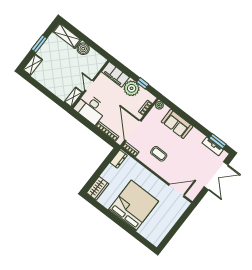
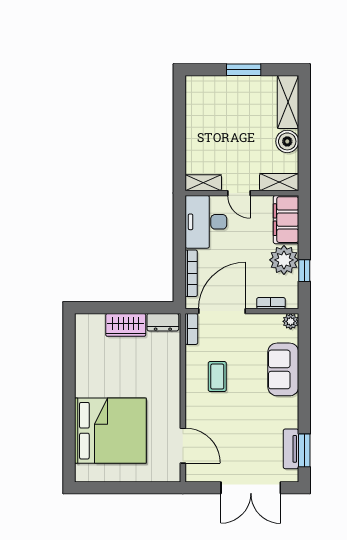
shelving: (33, 65) -> (279, 182), moved
door: (89, 86) -> (239, 193), swing flipped
wardrobe: (98, 188) -> (126, 325), moved
bed: (133, 205) -> (110, 431), moved

